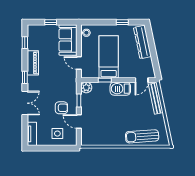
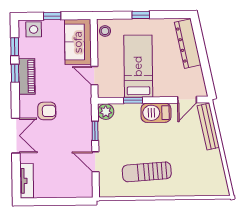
window: (122, 22) -> (141, 15), moved
window: (25, 77) -> (15, 73), moved
armchair: (61, 108) -> (47, 111), moved
side table: (57, 134) -> (34, 29), moved
sun lounger: (142, 136) -> (147, 172), moved

